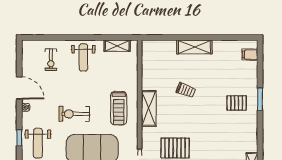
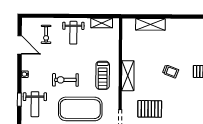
shelving: (194, 47) -> (150, 24), moved
door: (19, 88) -> (20, 45), moved
trolley: (186, 90) -> (171, 71), moved

